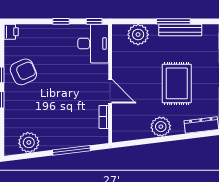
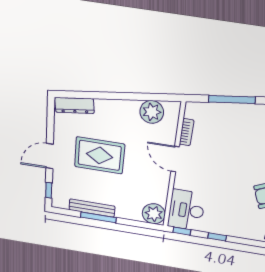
plant: (138, 35) -> (154, 214), moved
rug: (177, 83) -> (99, 155), turned 90
plant: (161, 127) -> (152, 112), moved

